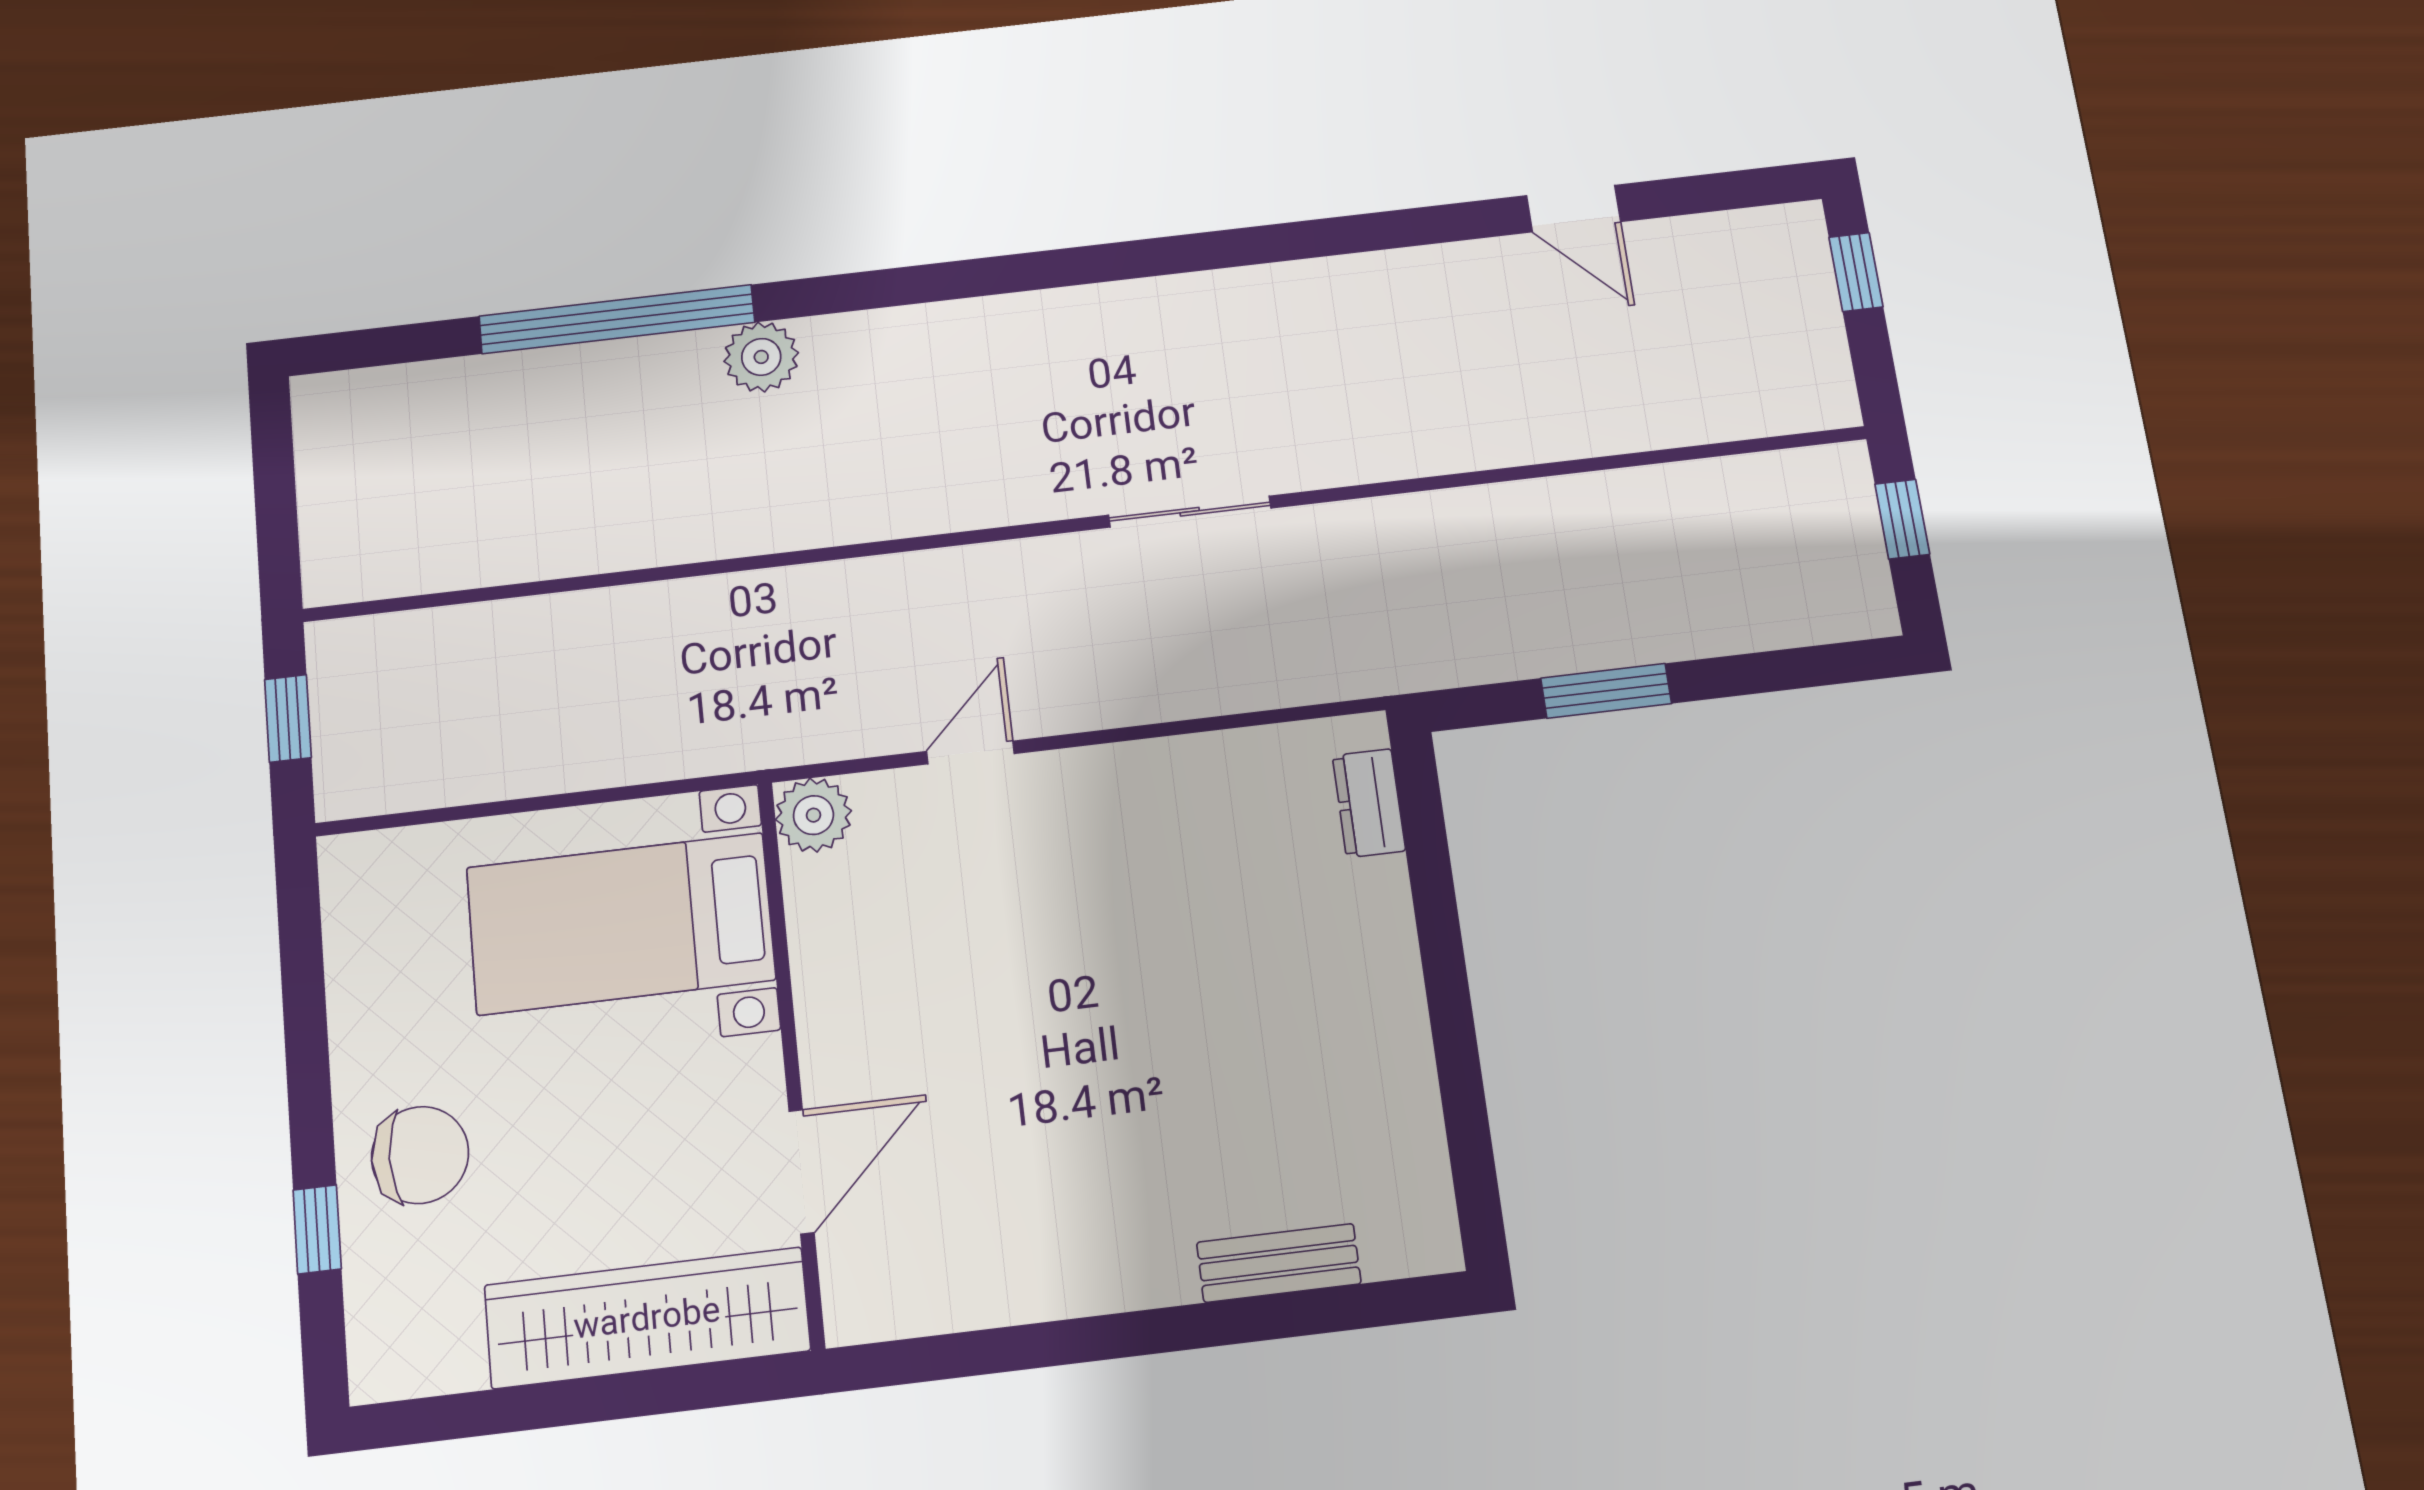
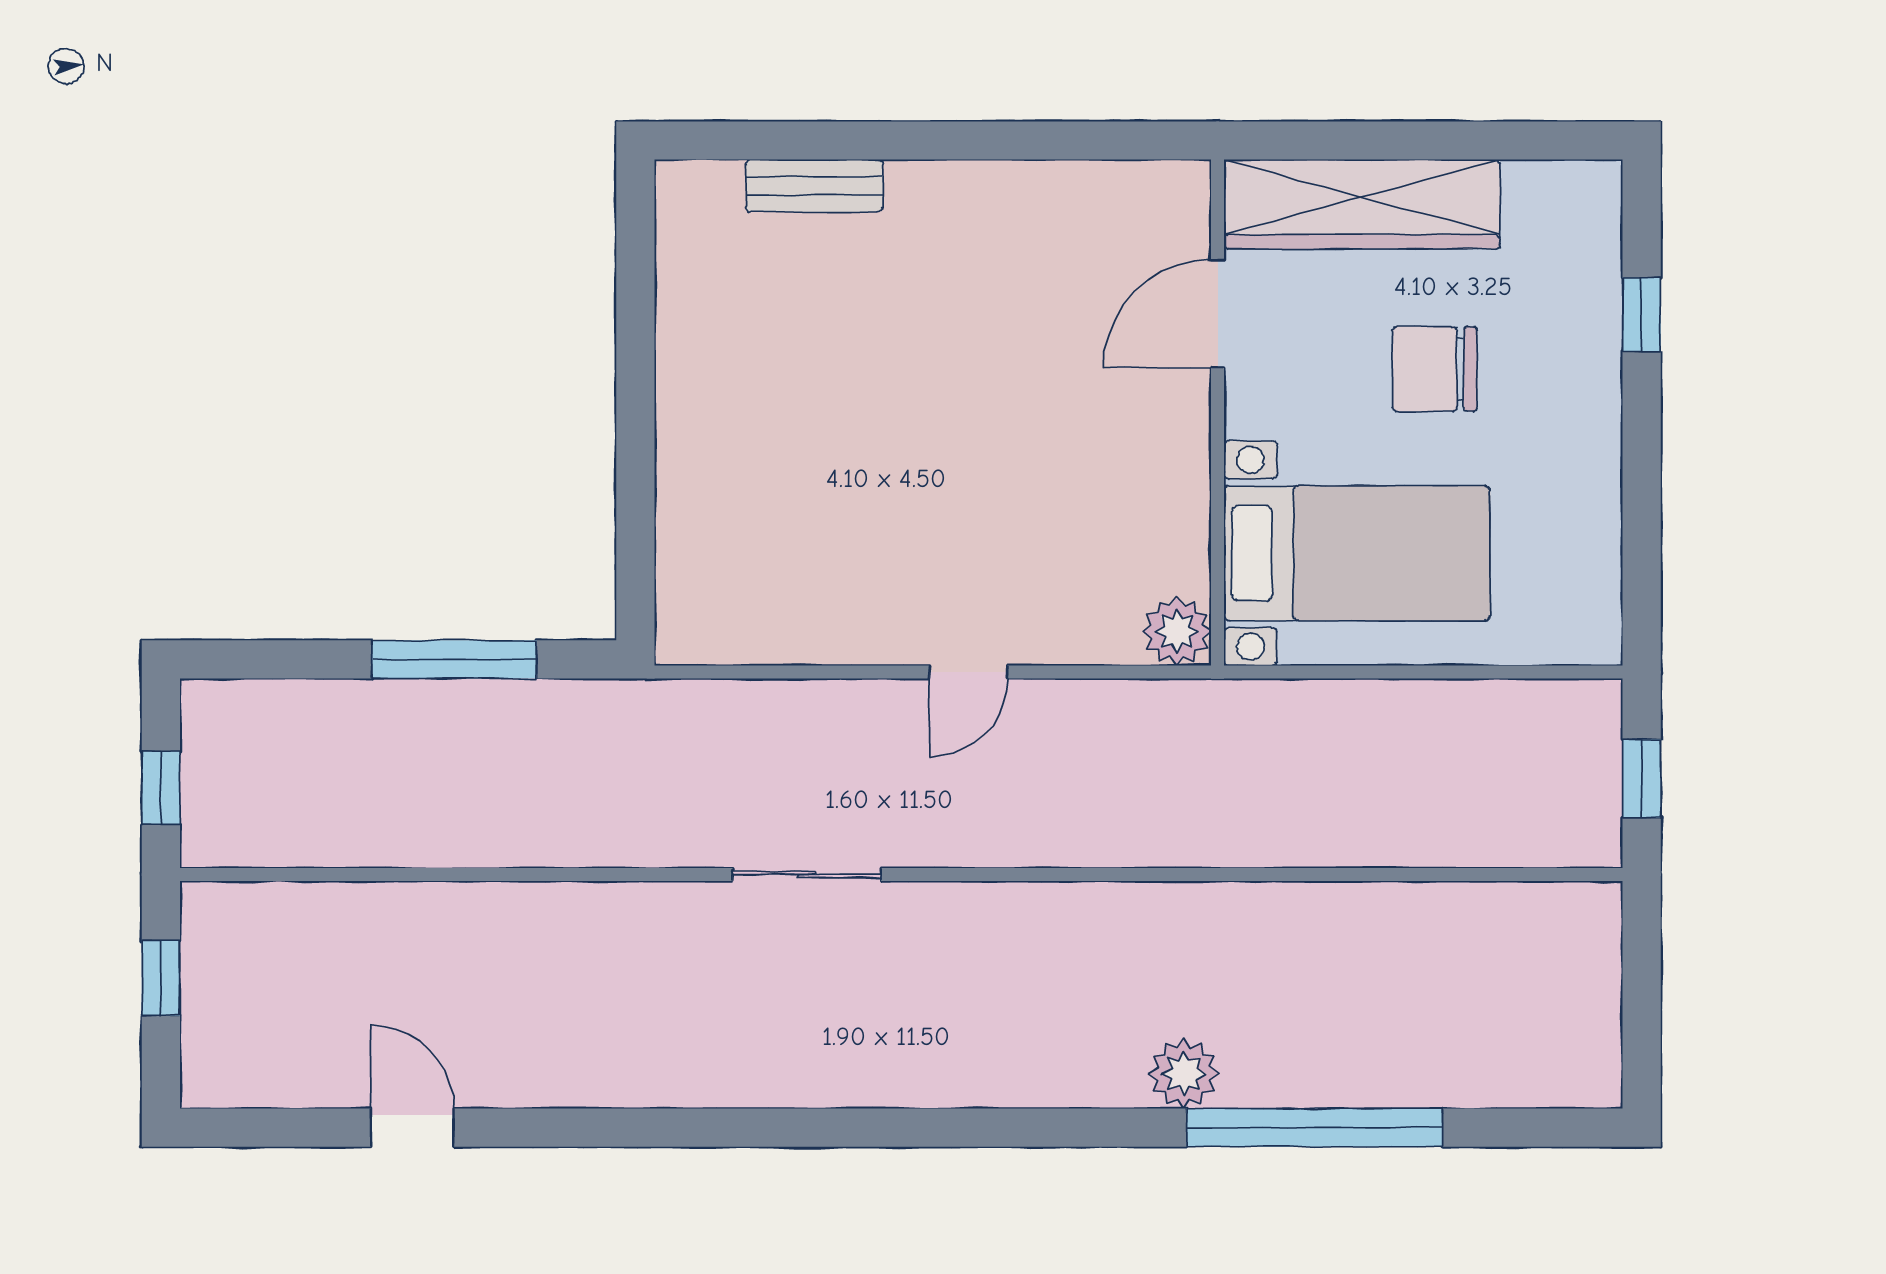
window: (1856, 272) -> (161, 978), moved
window: (1606, 691) -> (454, 659), width x1.44
door: (970, 752) -> (968, 672), moved
dresser: (1369, 803) -> (681, 582), removed
chair: (420, 1155) -> (1435, 369), moved

